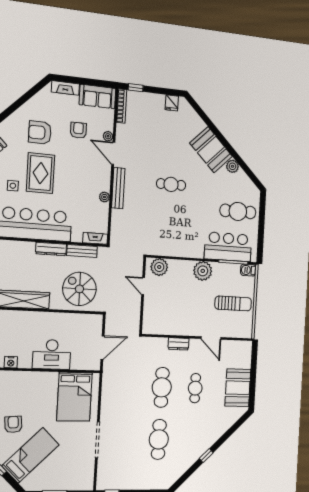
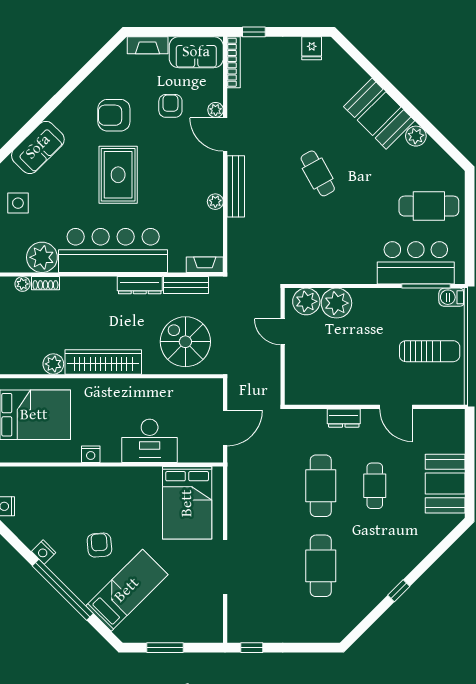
cafe table: (171, 184) -> (318, 173), turned 61
side table: (13, 186) -> (79, 197), removed
plant: (203, 271) -> (336, 303), moved

